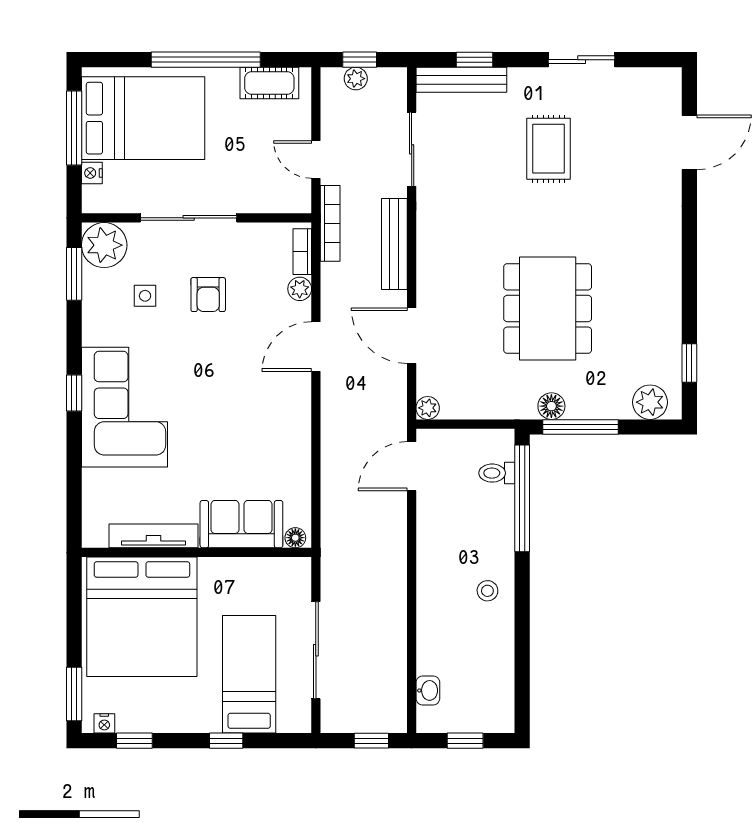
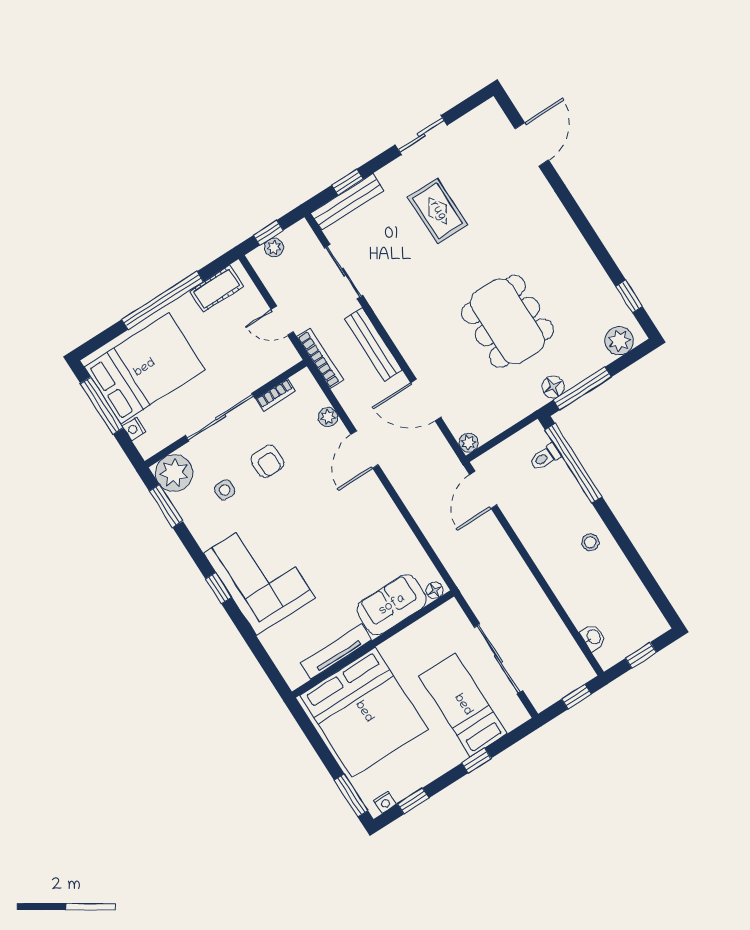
bookcase: (302, 252) -> (276, 395), moved, turned -90

